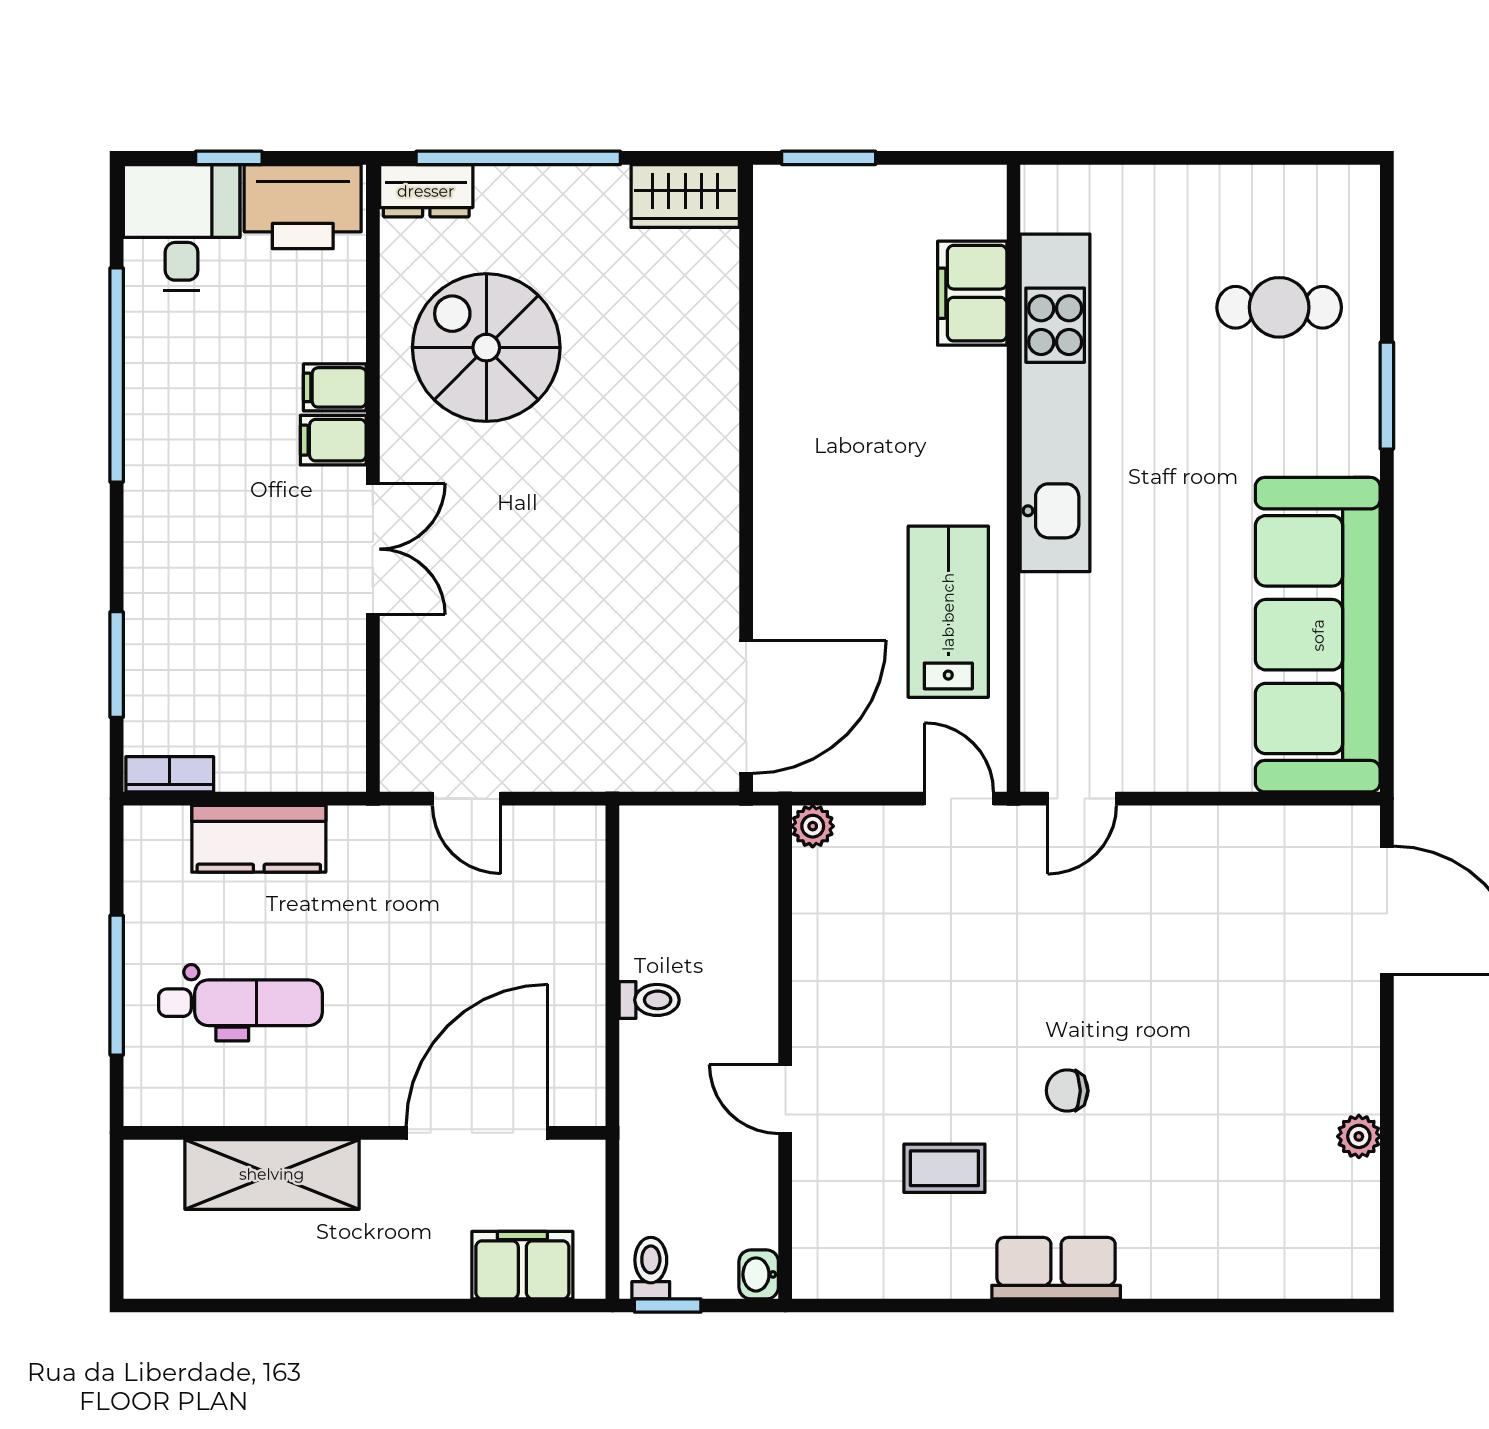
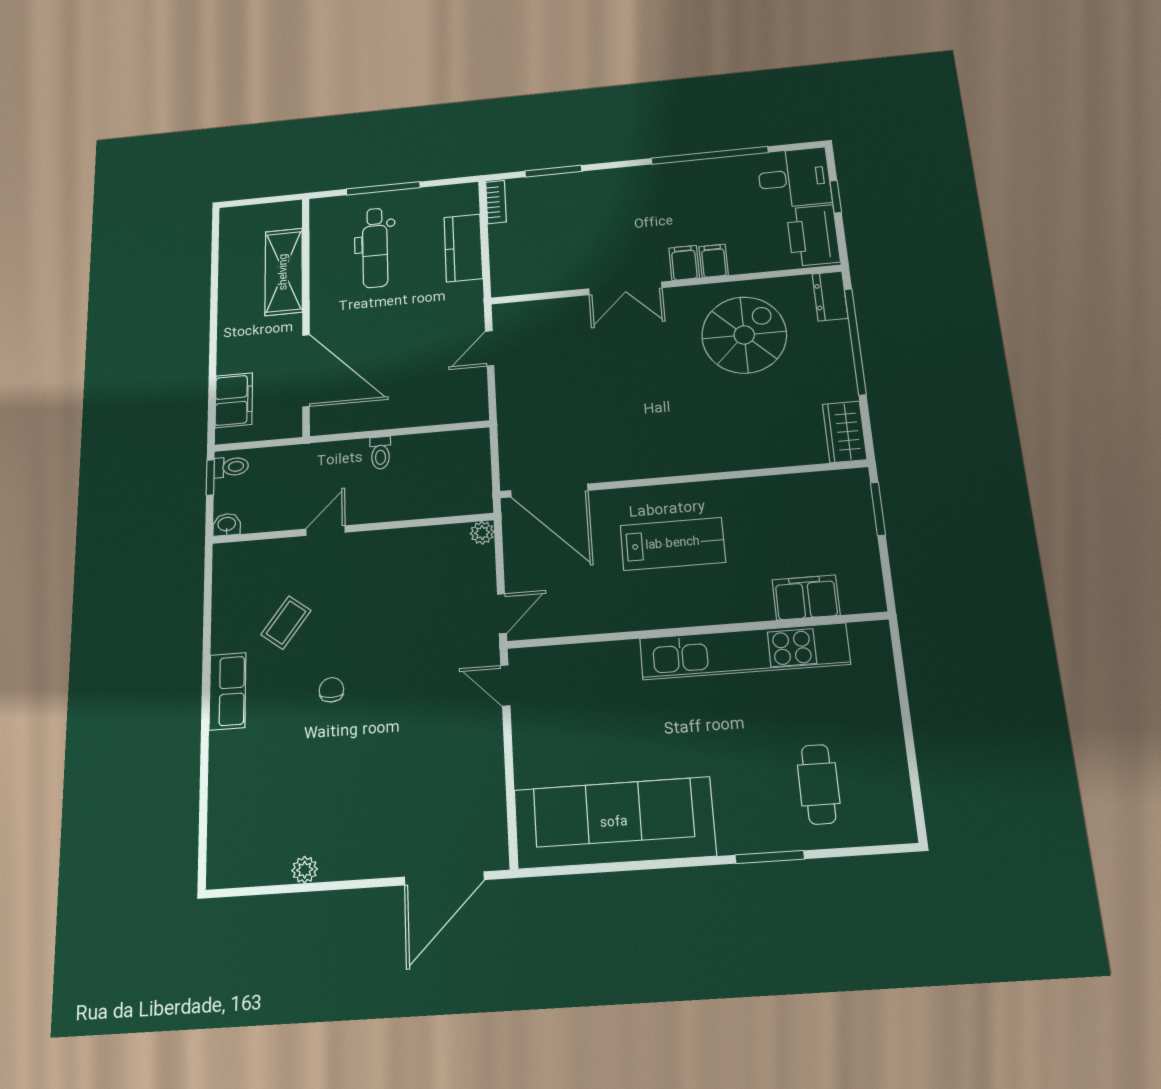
lab bench: (948, 612) -> (673, 544), moved
coffee table: (944, 1168) -> (286, 623), turned 37

